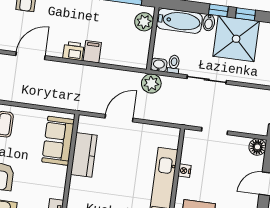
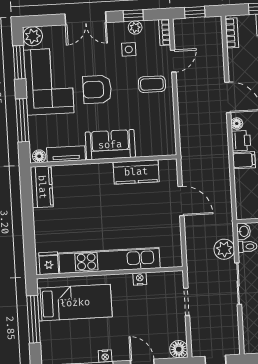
floor lamp: (57, 52) -> (237, 124), added
plant: (151, 83) -> (224, 249), moved
sofa: (58, 141) -> (110, 145), moved

